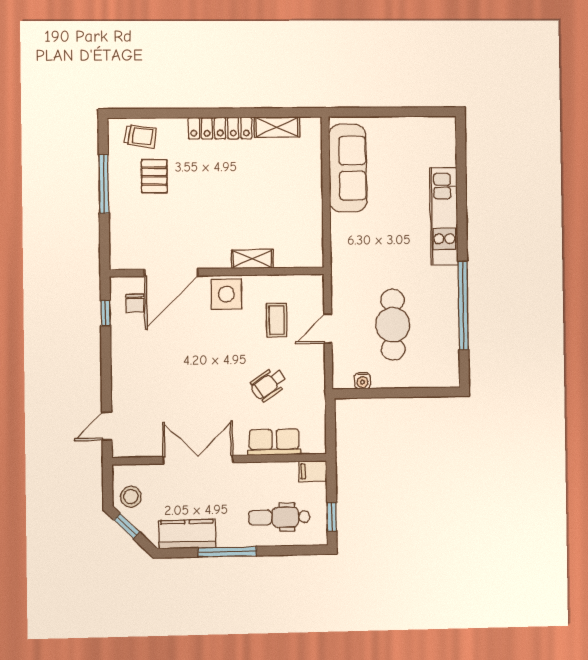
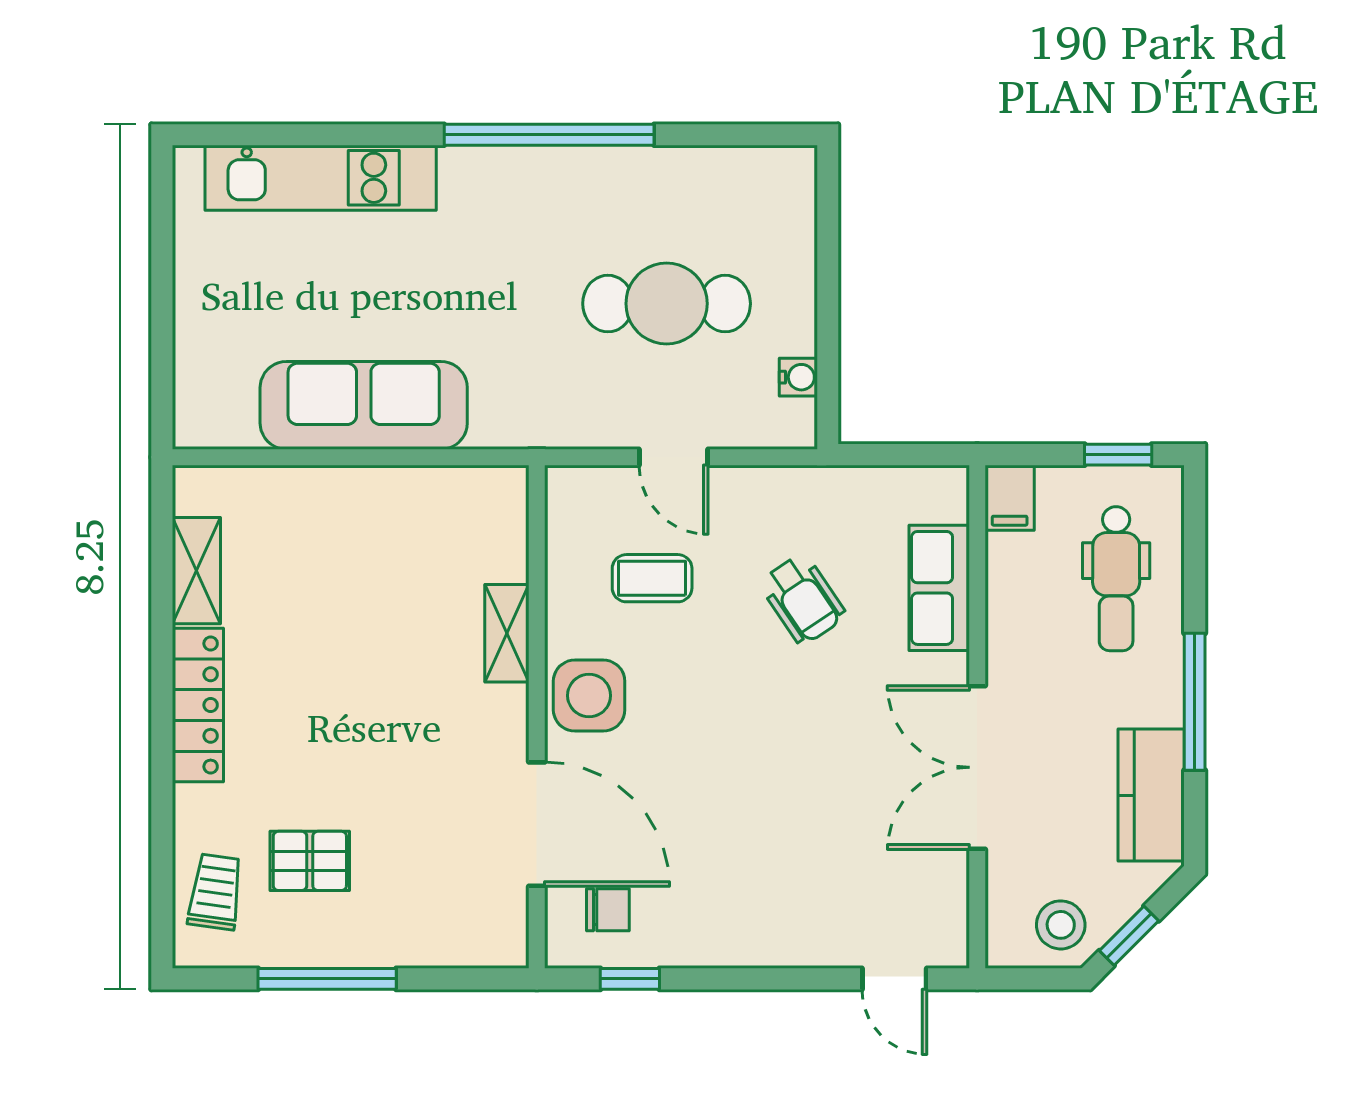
sofa: (348, 168) -> (364, 405), moved
kitchen unit: (444, 216) -> (321, 178), moved
window: (463, 305) -> (549, 135), moved

